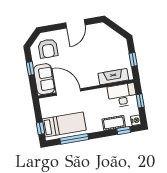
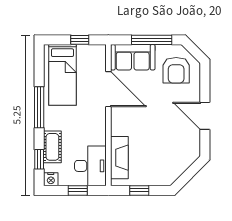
armchair: (48, 48) -> (176, 70), turned -90
window: (30, 69) -> (152, 40), width x2.17
door: (68, 92) -> (108, 89), hinge flipped
window: (40, 128) -> (80, 40), moved
window: (74, 139) -> (39, 107), moved

